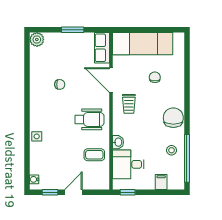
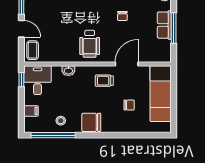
window: (73, 30) -> (174, 28), width x1.44
row of seats: (102, 48) -> (164, 25), moved, turned -90
chair: (173, 118) -> (91, 122), turned 180
coffee table: (94, 155) -> (33, 50), moved
desk: (128, 164) -> (37, 80), moved

